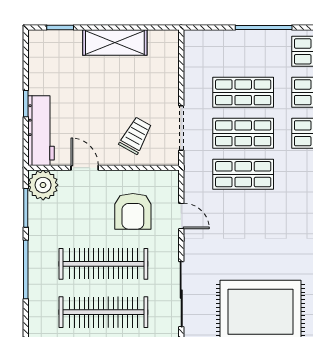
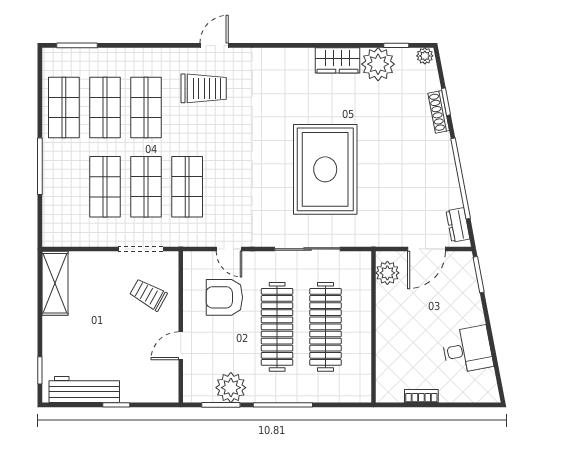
shelving: (115, 42) -> (55, 283), moved
workbench: (41, 131) -> (84, 390), moved
plant: (43, 185) -> (231, 388), moved
armchair: (133, 211) -> (224, 297), turned 180
door: (181, 216) -> (229, 249), swing flipped

